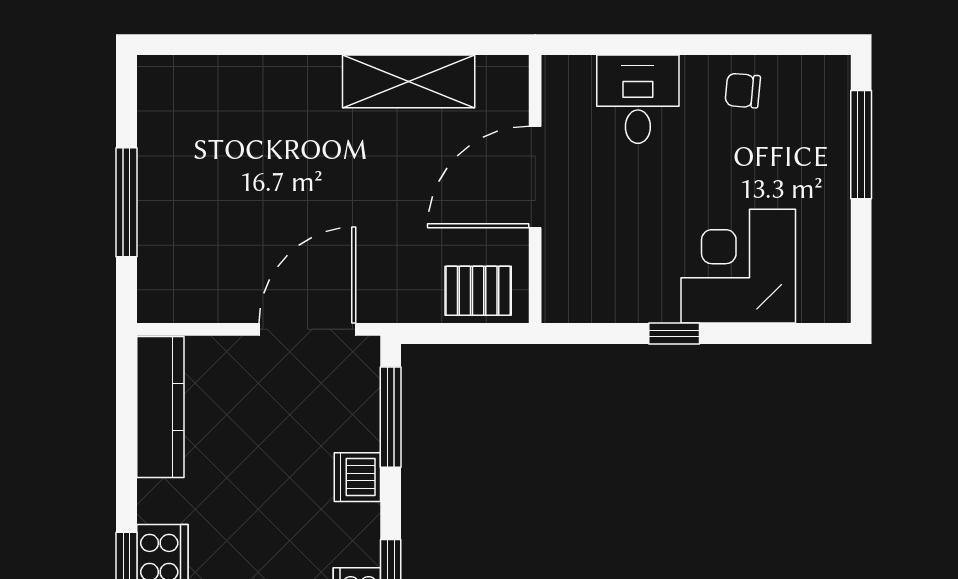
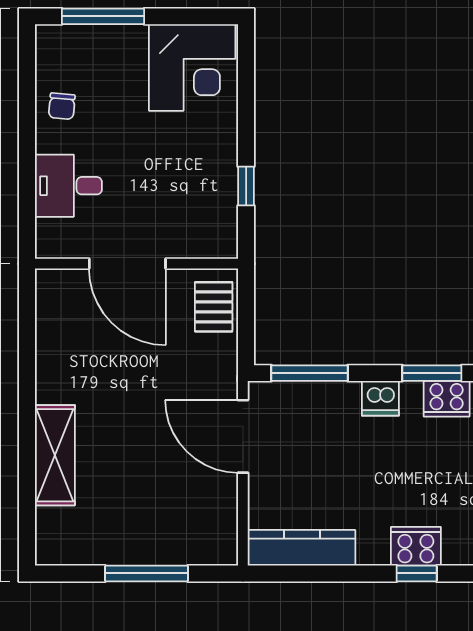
shelving: (409, 81) -> (55, 455), moved
corner desk: (738, 266) -> (192, 68), moved, turned -90
window: (674, 334) -> (246, 186), moved
dishwasher: (357, 477) -> (380, 398), moved

